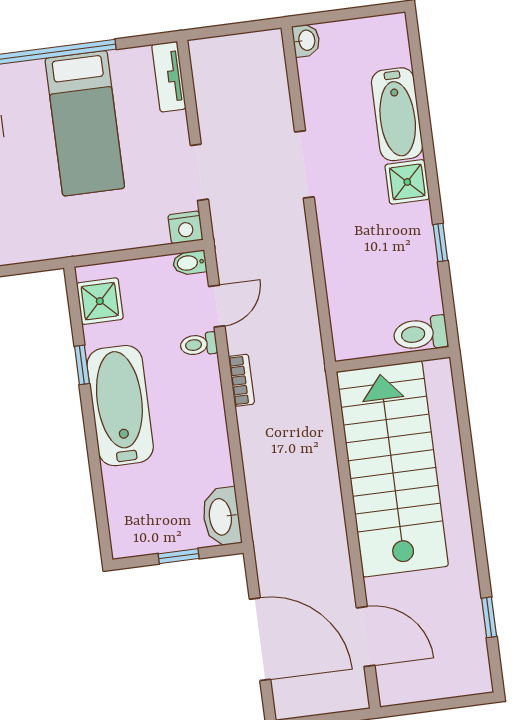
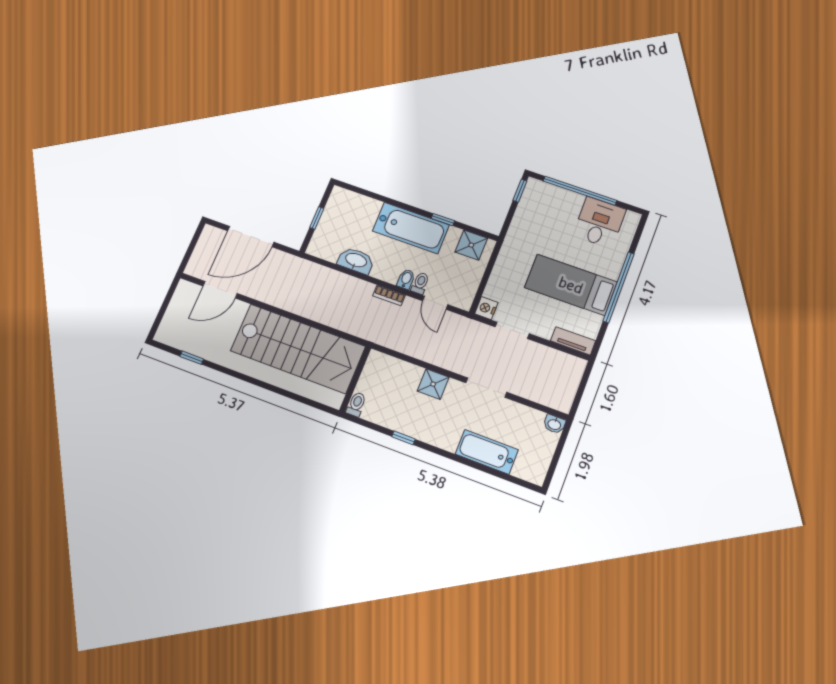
shower: (407, 182) -> (433, 384), moved
bidet: (190, 263) -> (406, 279), moved
toilet: (421, 334) -> (356, 404), width x0.73, depth x0.72
washbasin: (221, 517) -> (356, 261), moved

